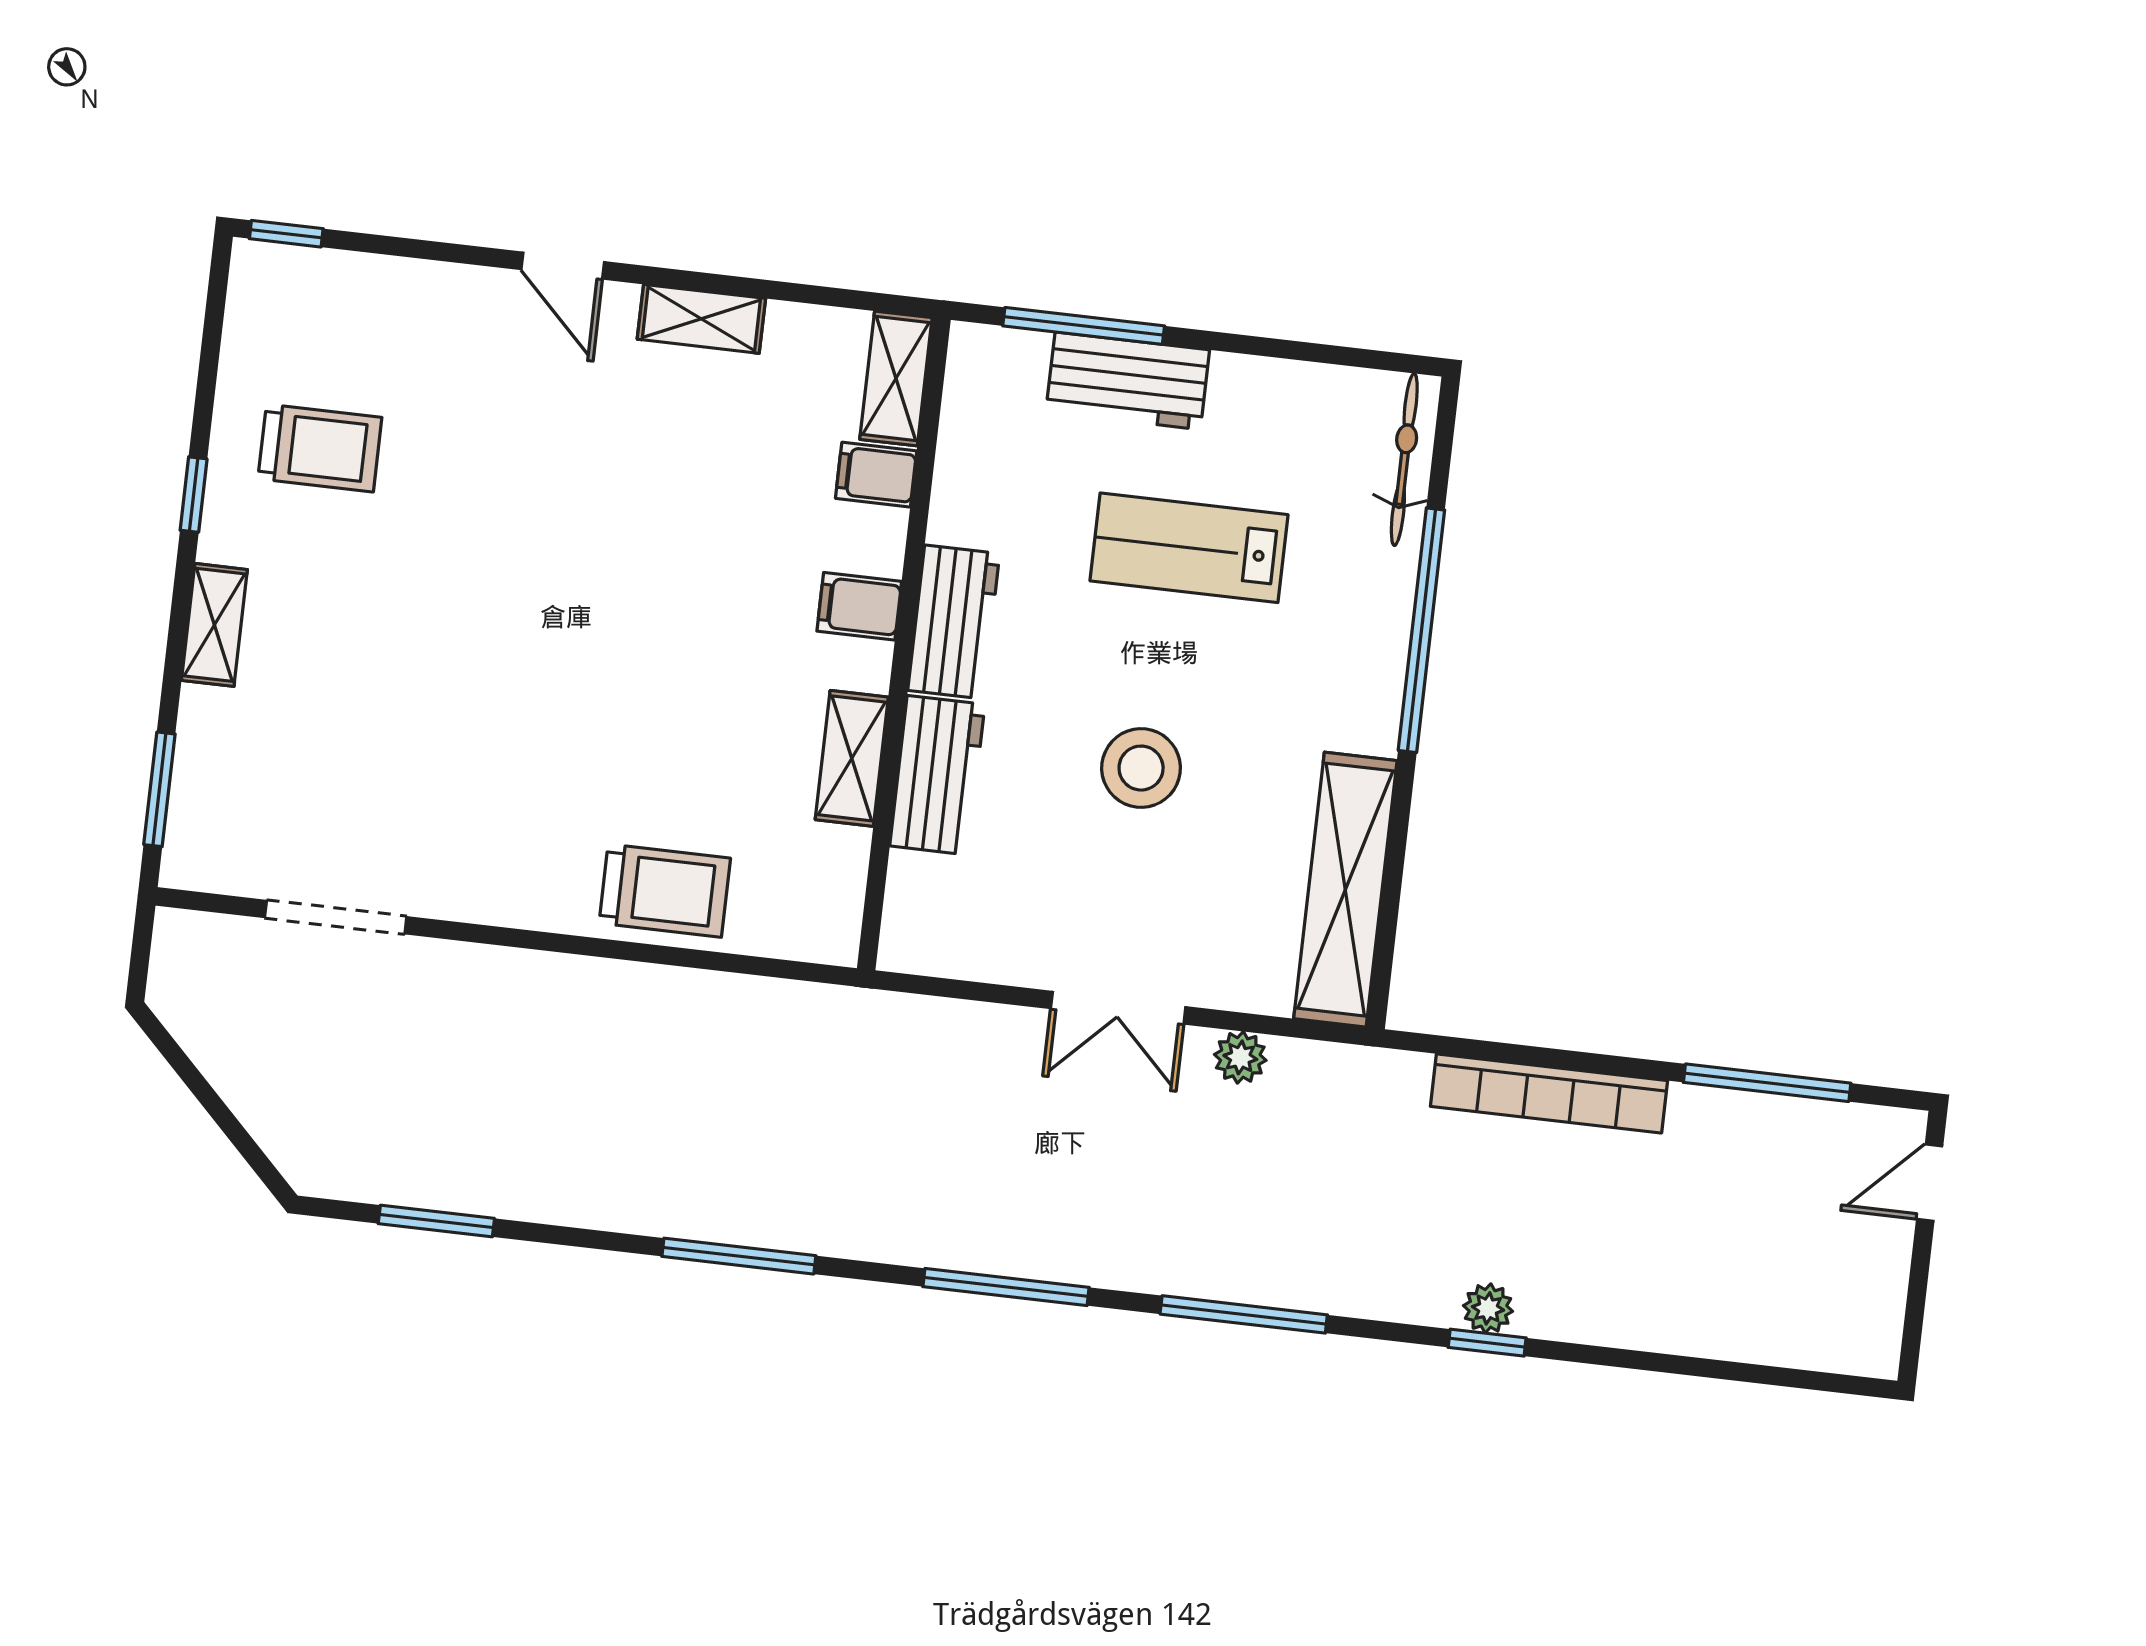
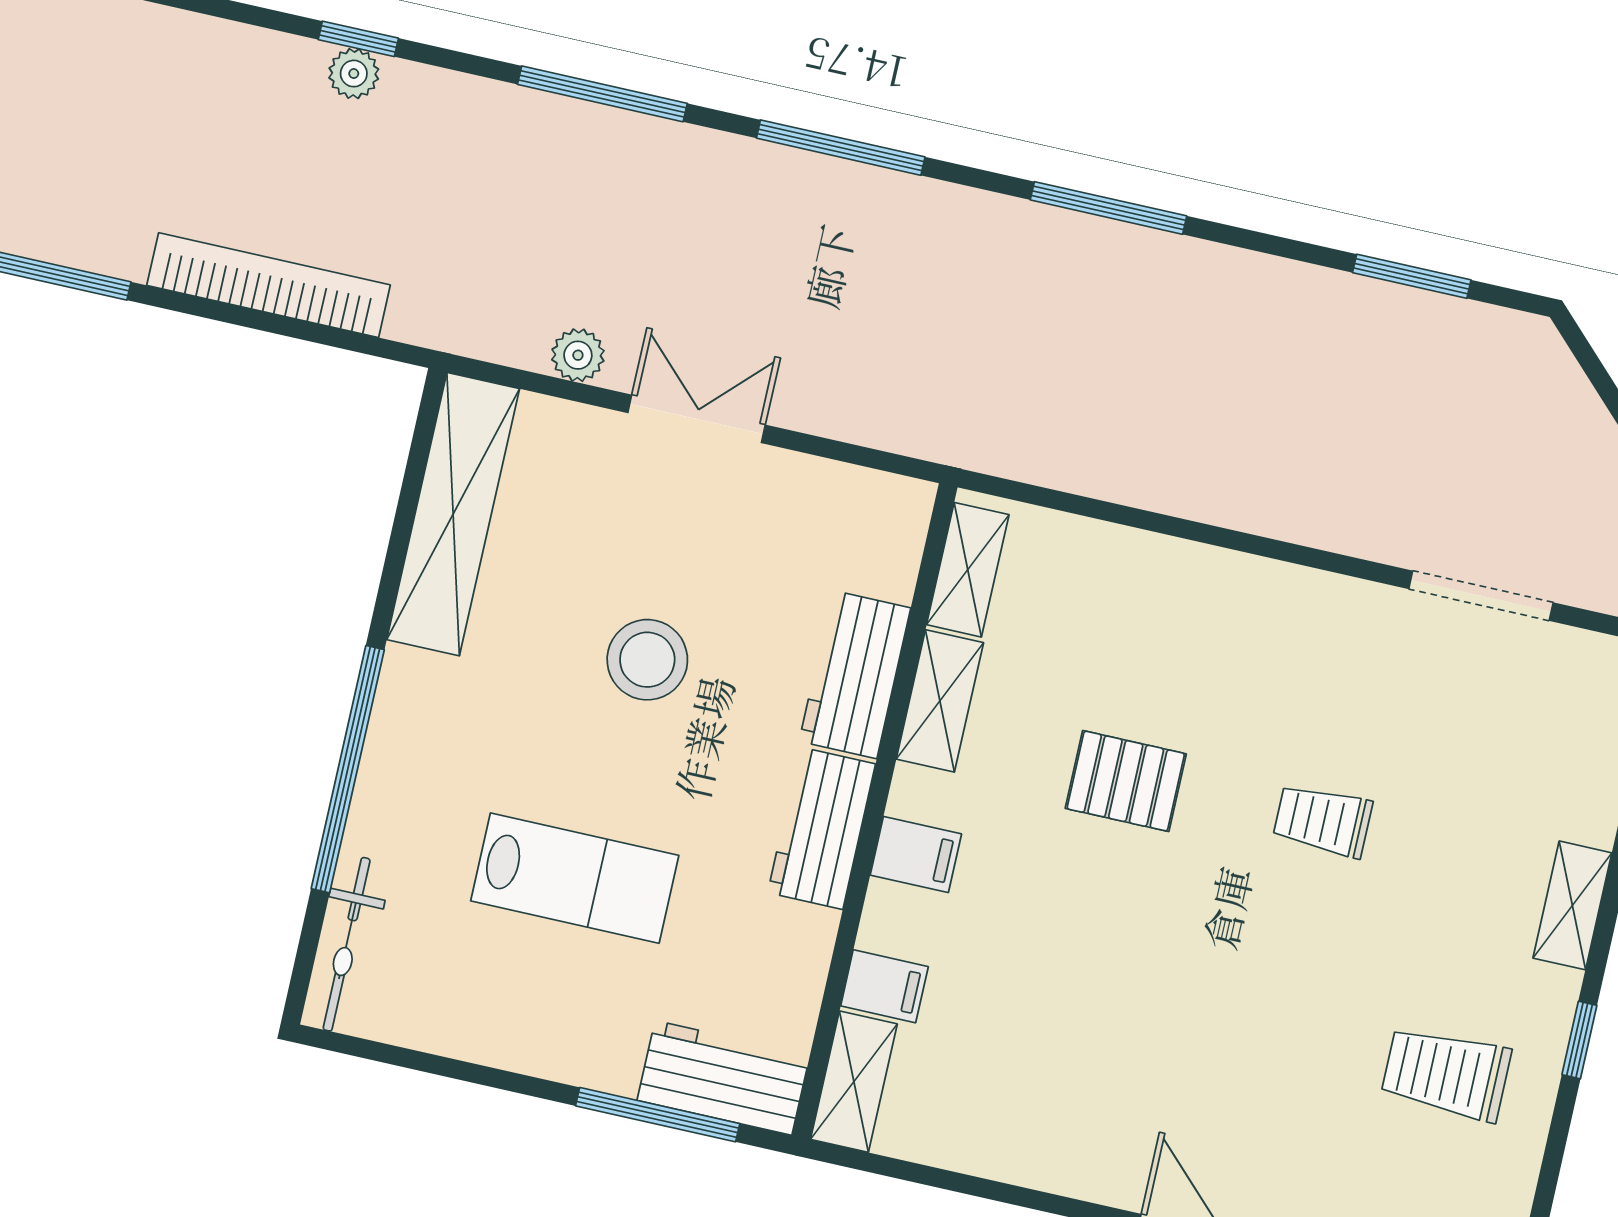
shelving: (701, 319) -> (968, 570), moved, turned 90
workbench: (1128, 381) -> (724, 1078), moved
pallet: (662, 700) -> (1126, 781), added
trolley: (665, 891) -> (1323, 821), moved, width x0.73, depth x0.72

